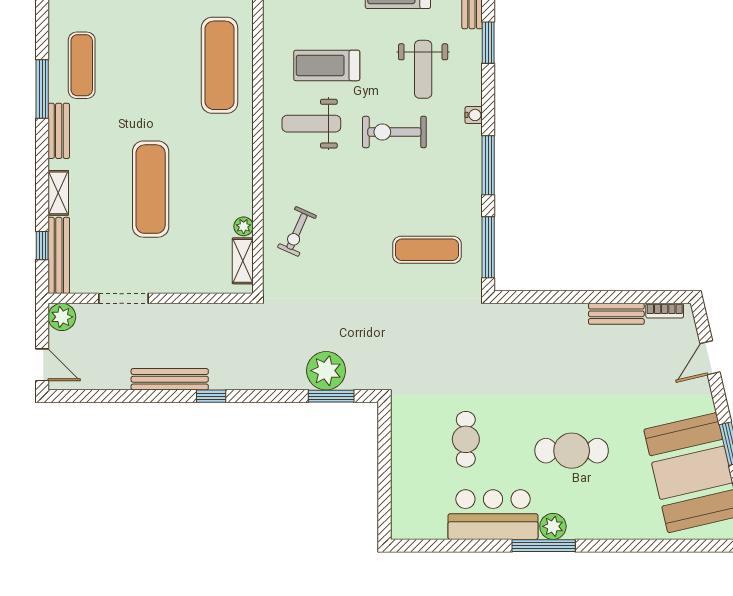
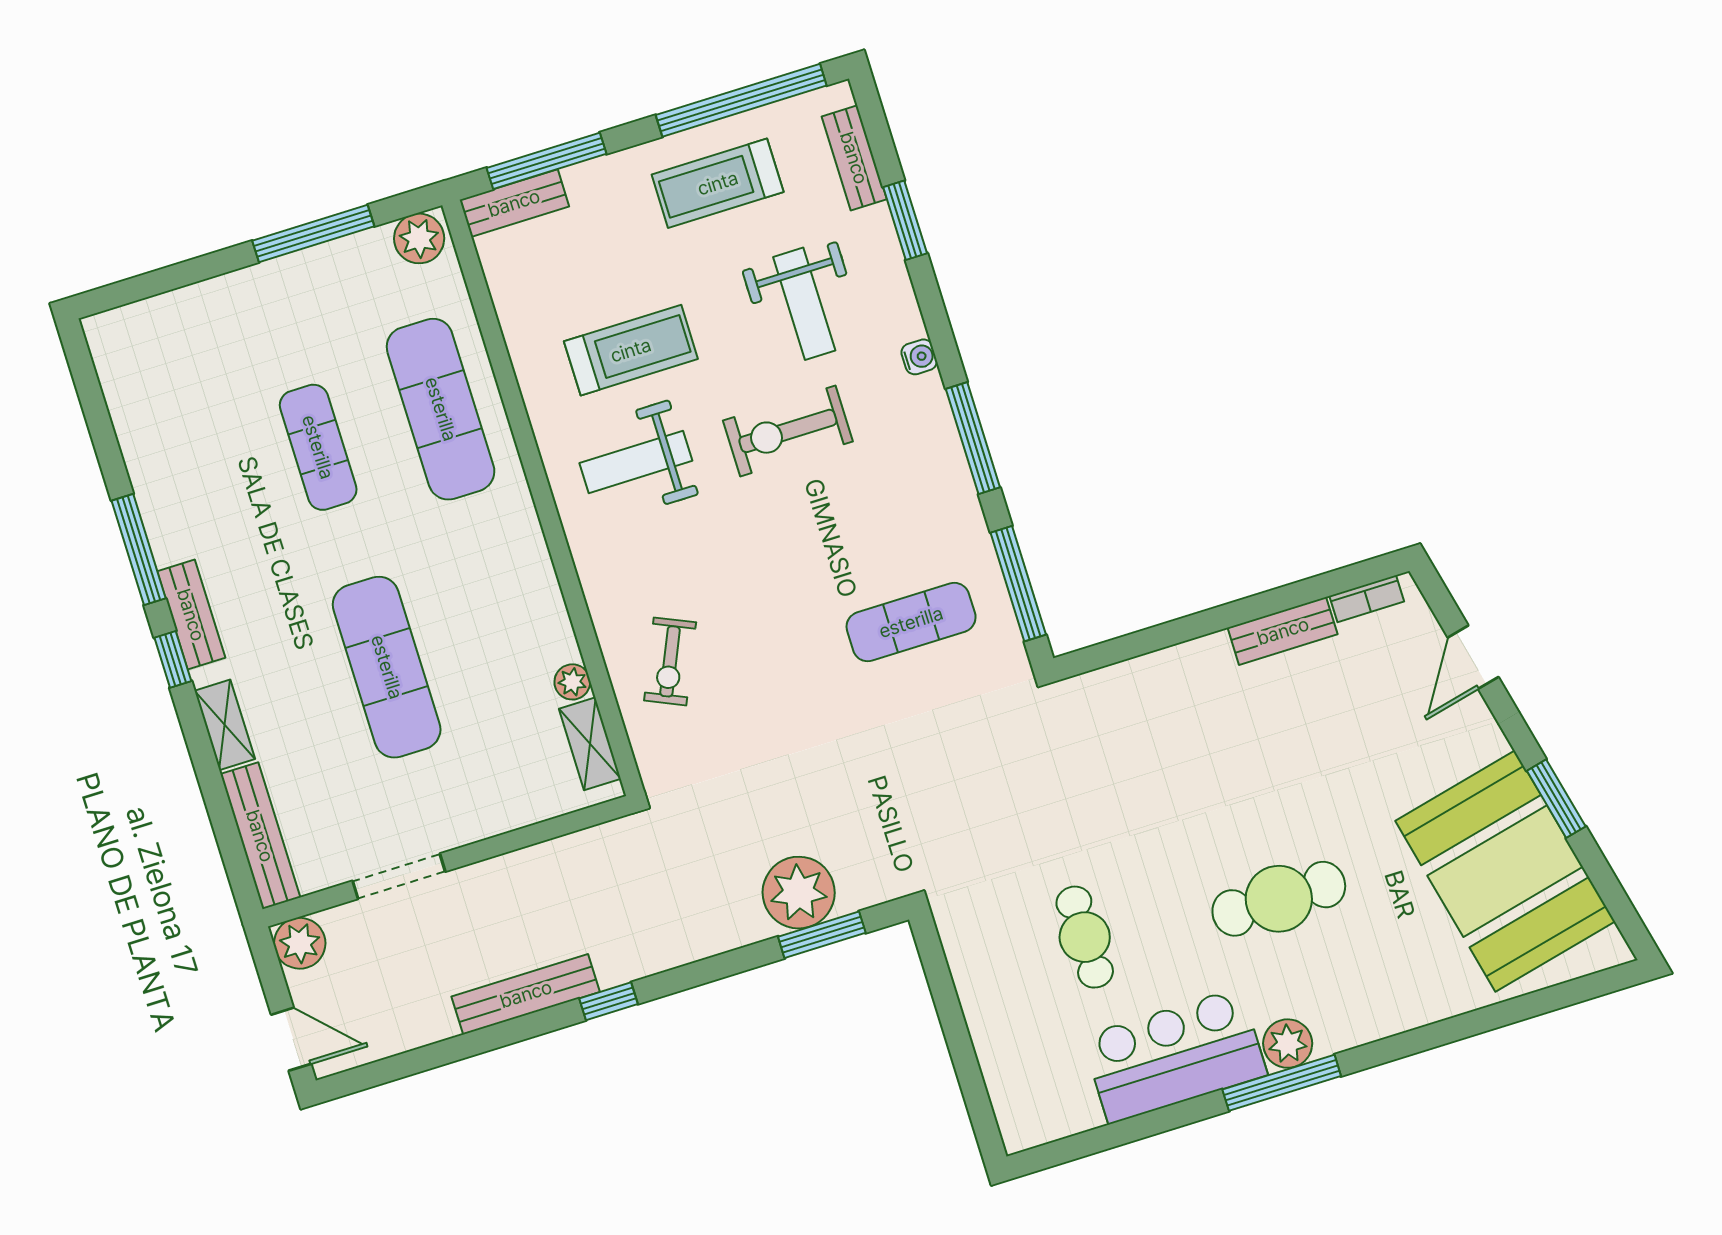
exercise mat: (82, 65) -> (318, 447), moved
treadmill: (327, 65) -> (631, 350), turned 180
window: (42, 246) -> (173, 659), moved

